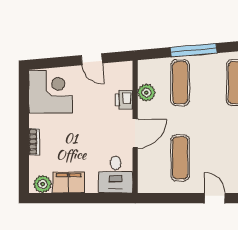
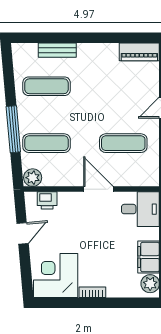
plant: (146, 93) -> (33, 178), moved
printer: (124, 100) -> (47, 200), moved
bookcase: (34, 142) -> (92, 292), moved

